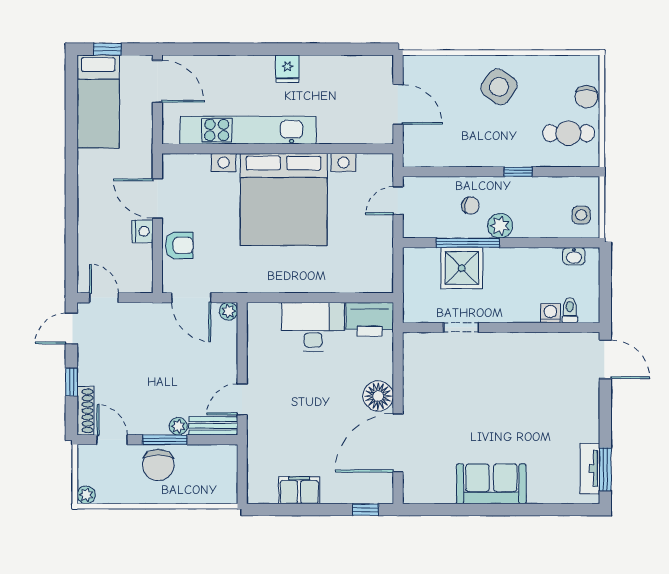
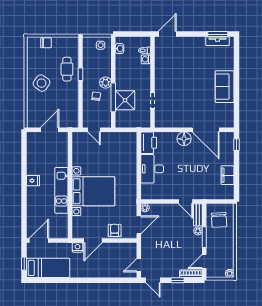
kitchen unit: (248, 130) -> (61, 190), width x0.73
cafe table: (569, 133) -> (67, 69), moved
bed with nightstands: (284, 199) -> (93, 191), width x0.73
nightstand: (142, 231) -> (77, 247), moved
chair: (158, 465) -> (219, 220), moved, turned 87

